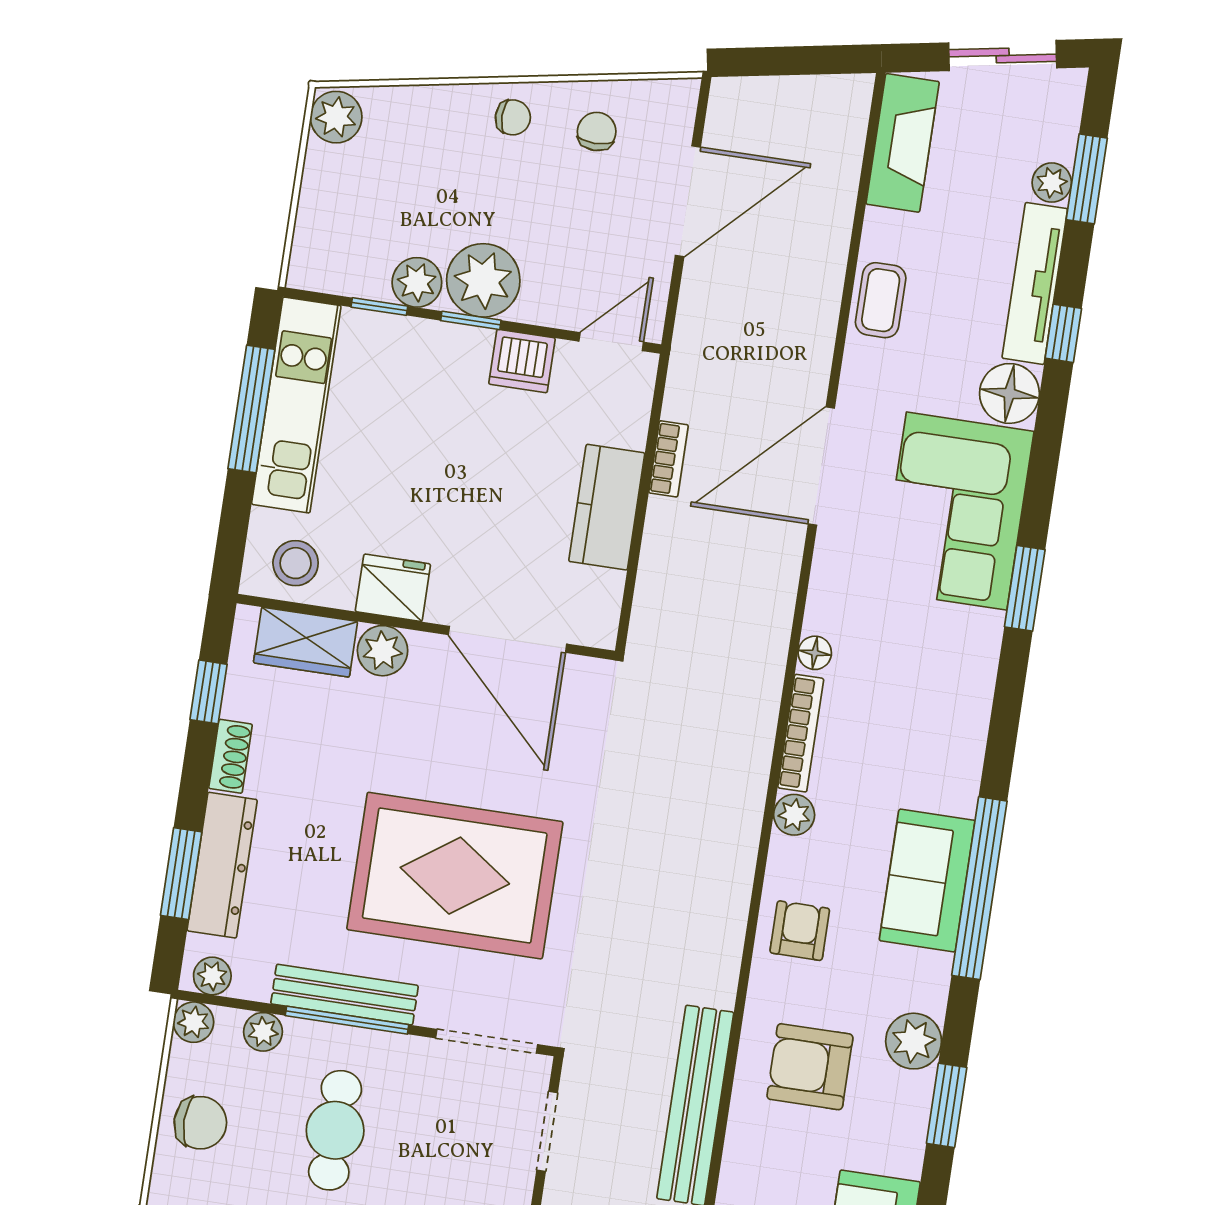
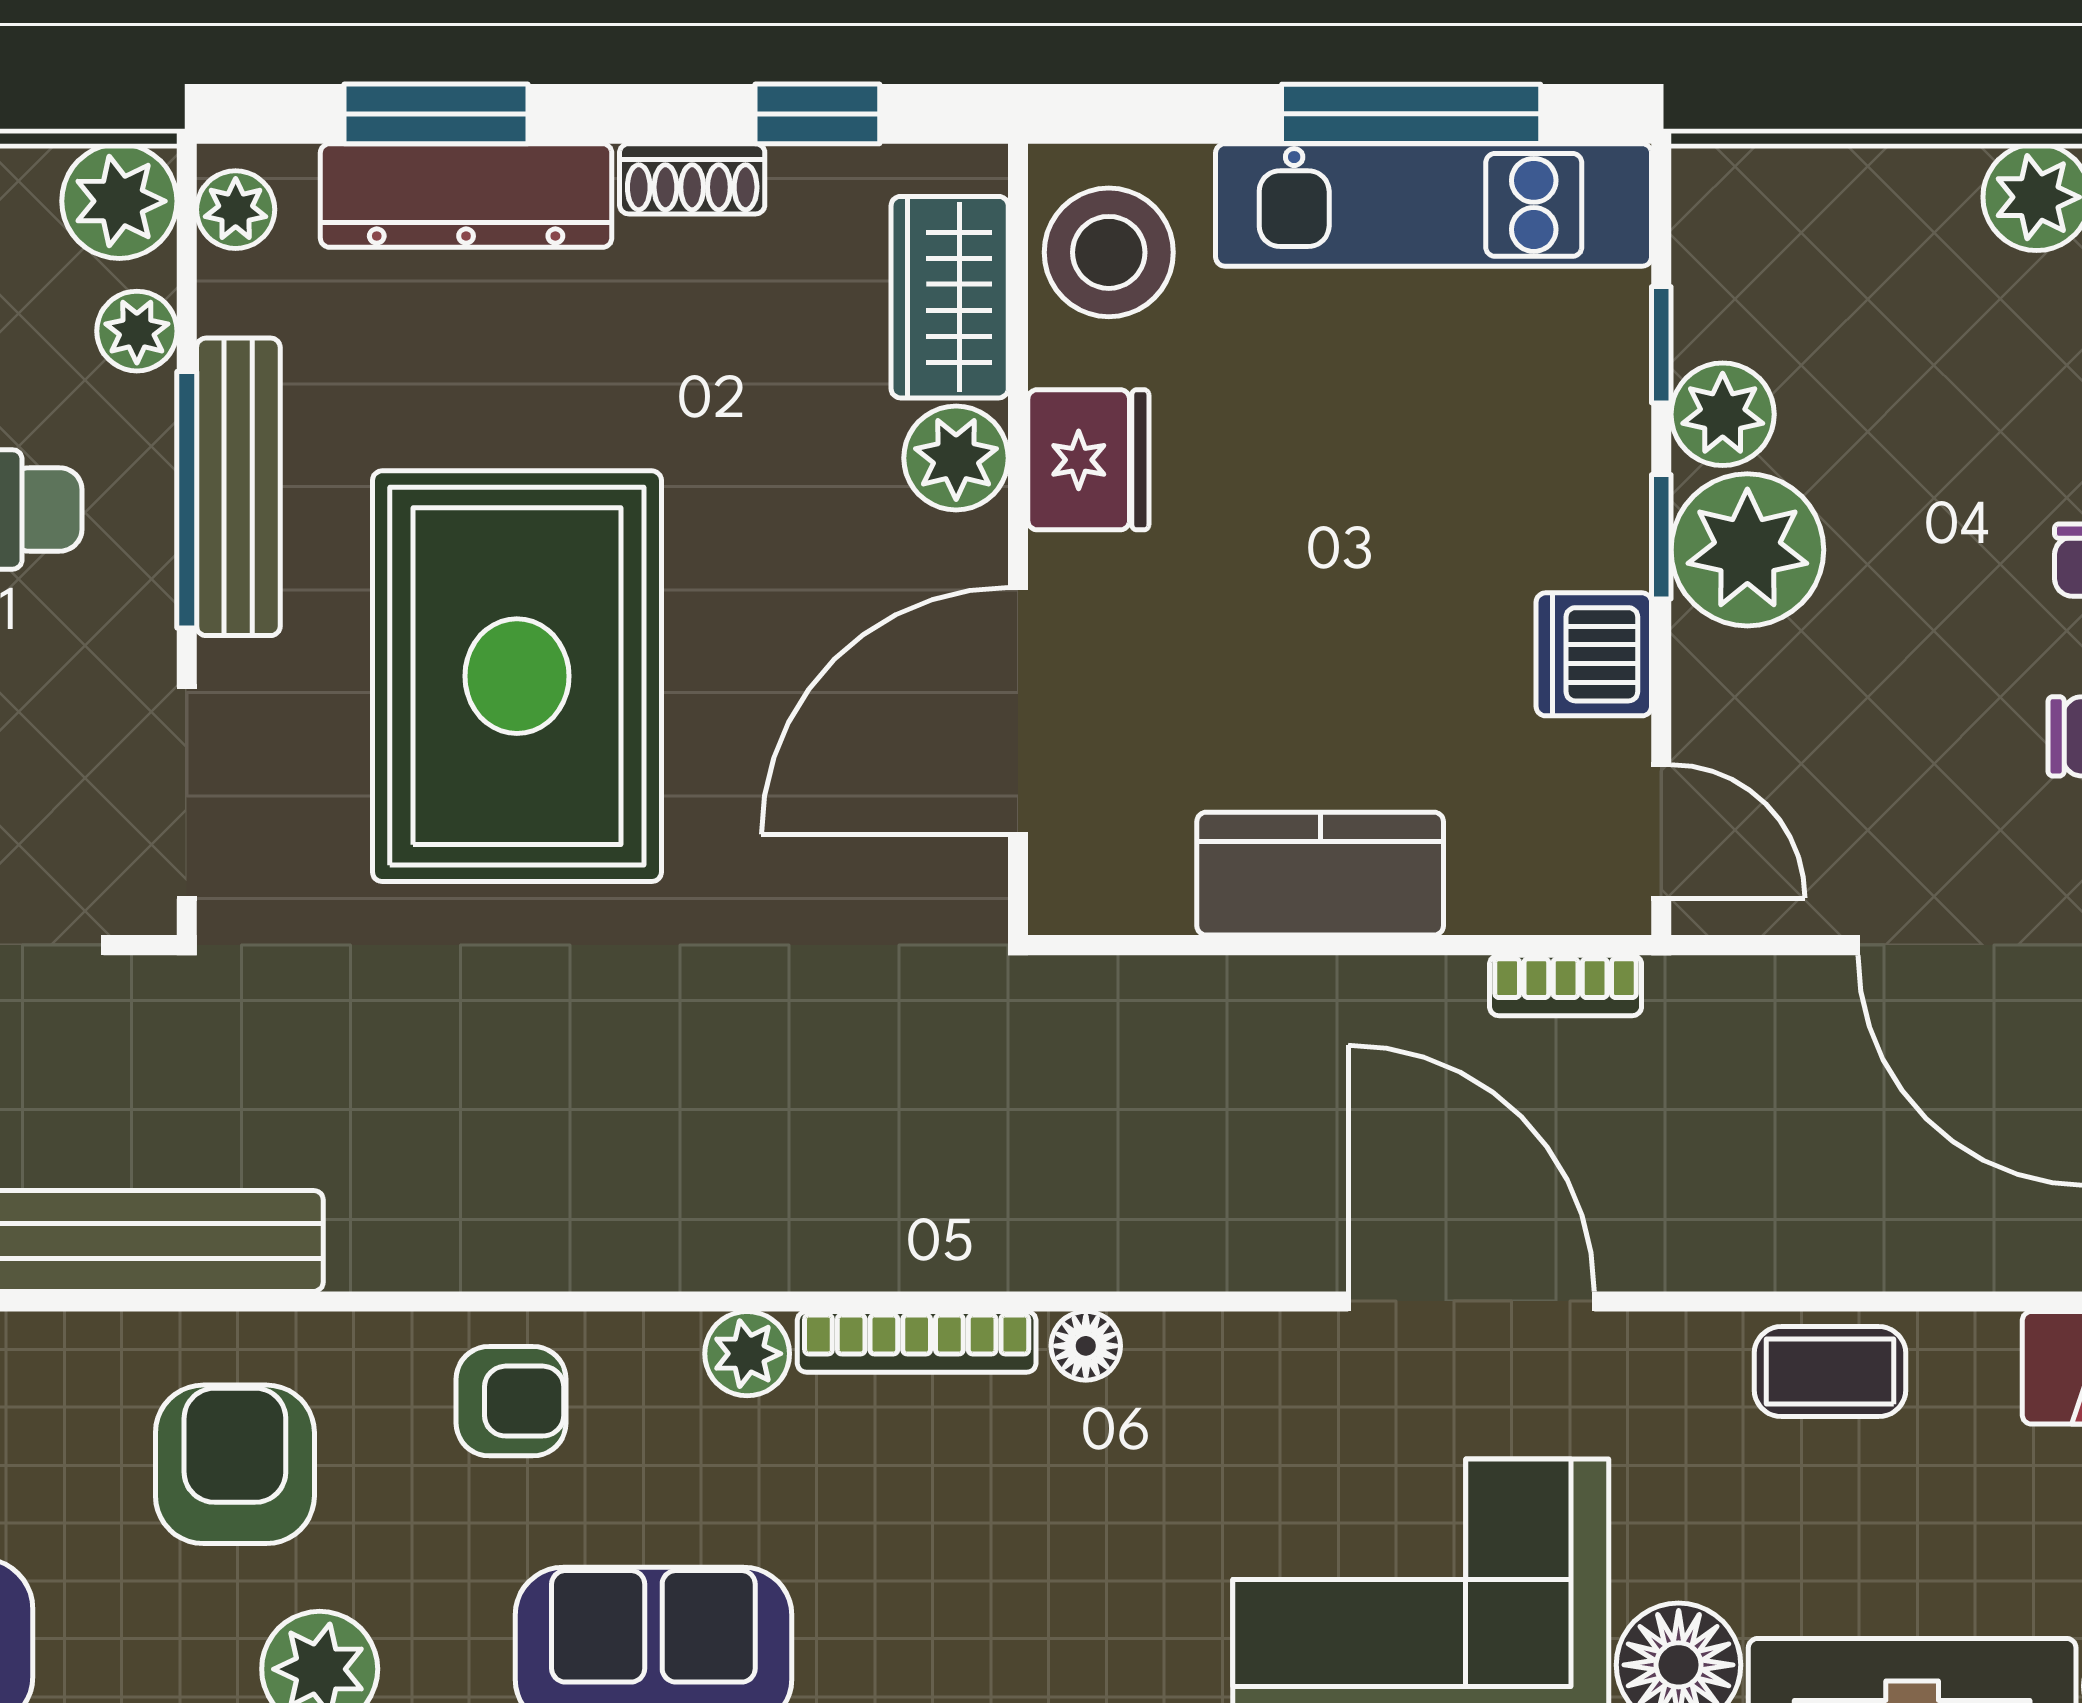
bookcase: (669, 459) -> (1566, 985), moved
stool: (296, 563) -> (1109, 252), width x1.38, depth x1.38
plant: (193, 1022) -> (119, 201), width x1.38, depth x1.38

